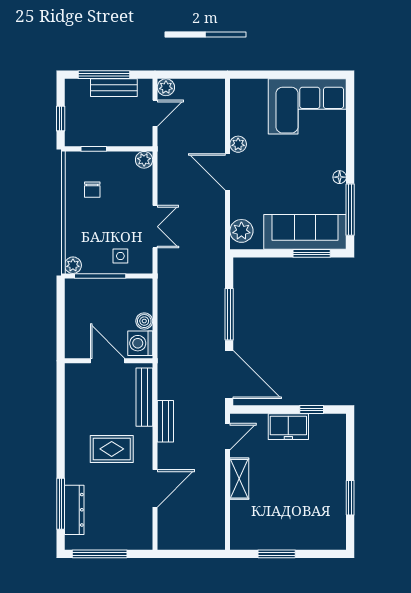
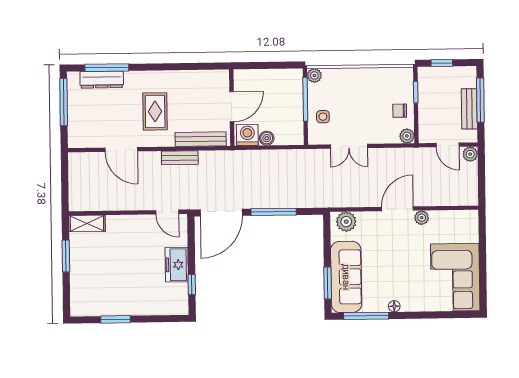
chair: (92, 190) -> (400, 111), moved
shelving: (239, 479) -> (87, 223), moved

